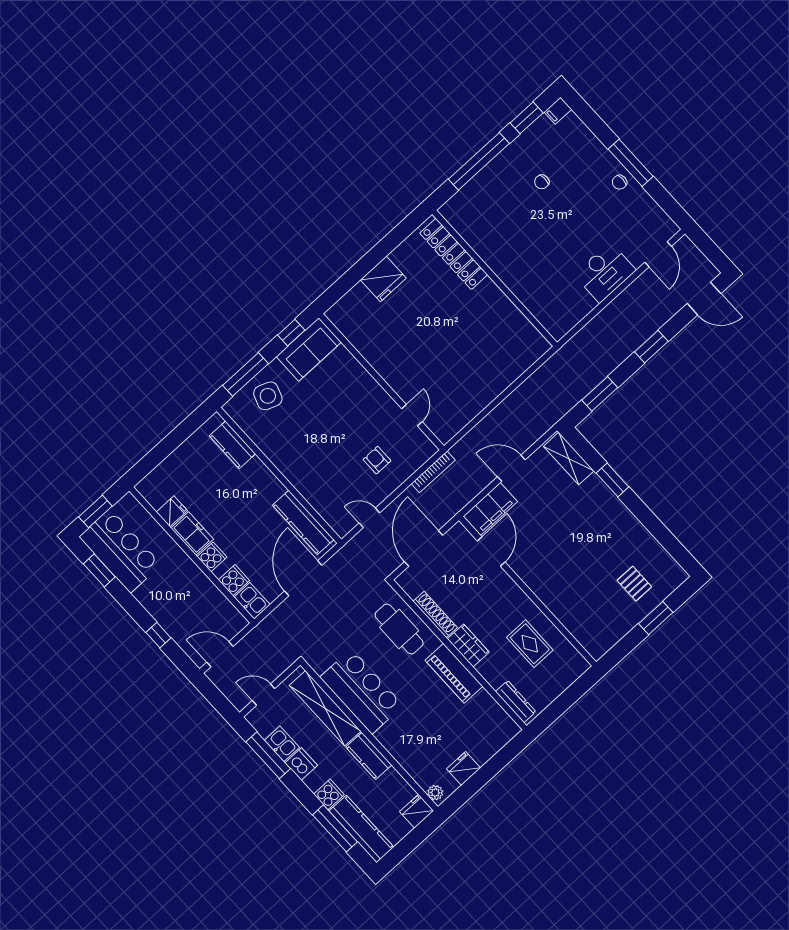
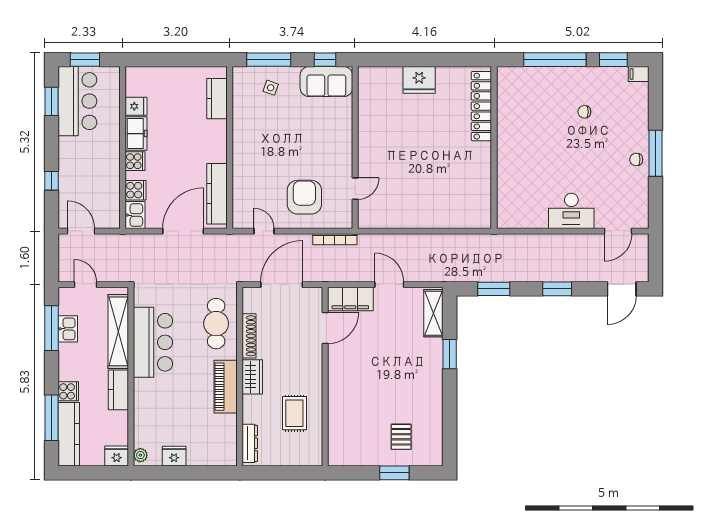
door: (704, 299) -> (622, 289), hinge flipped
side table: (268, 396) -> (271, 88), width x0.54, depth x0.54
armchair: (377, 460) -> (304, 197), width x1.88, depth x1.88
dishwasher: (301, 764) -> (68, 354), removed

